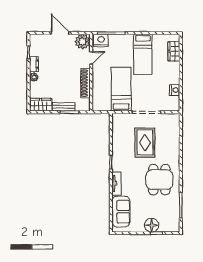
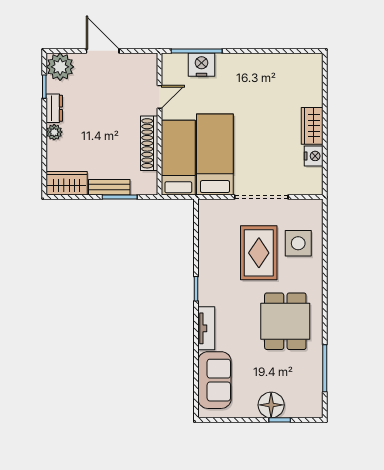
nightstand: (101, 40) -> (201, 65), moved
plant: (83, 42) -> (60, 67), moved
wardrobe: (174, 51) -> (312, 126), moved
bed: (143, 54) -> (178, 158), moved, turned 180
side table: (166, 137) -> (298, 243), added

